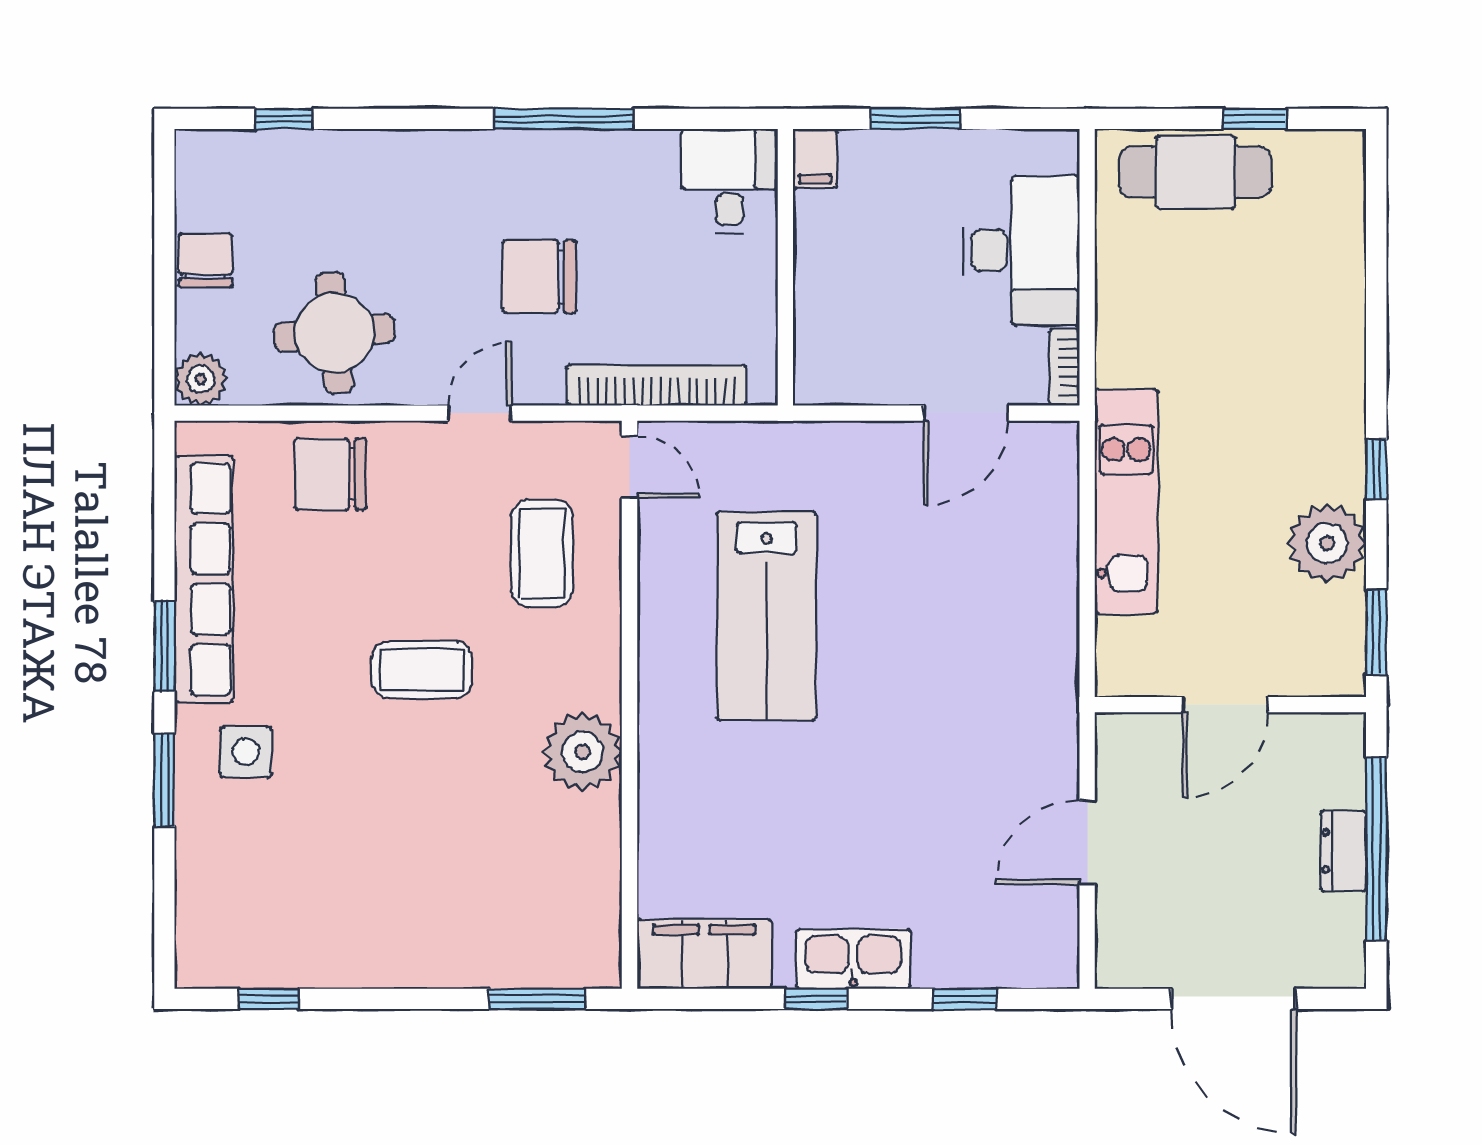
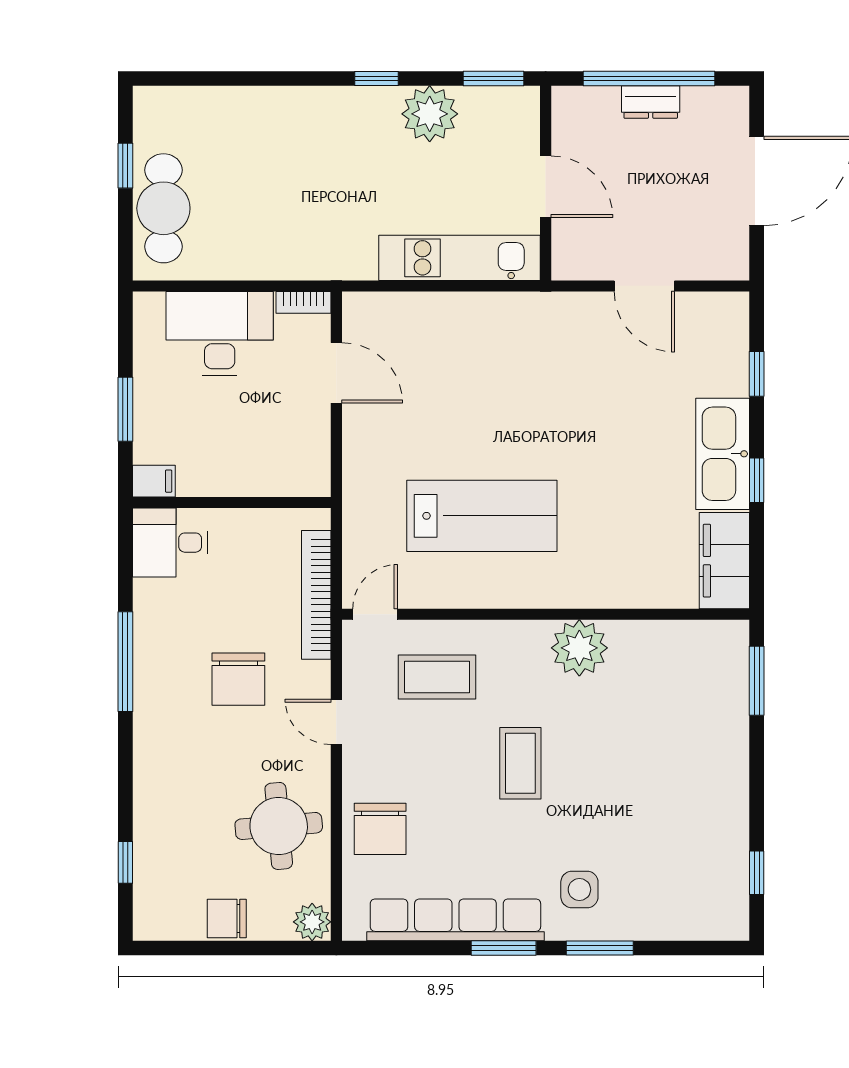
kitchen unit: (1126, 501) -> (460, 258), moved
kitchen sink: (853, 959) -> (723, 454), width x1.36, depth x1.24

